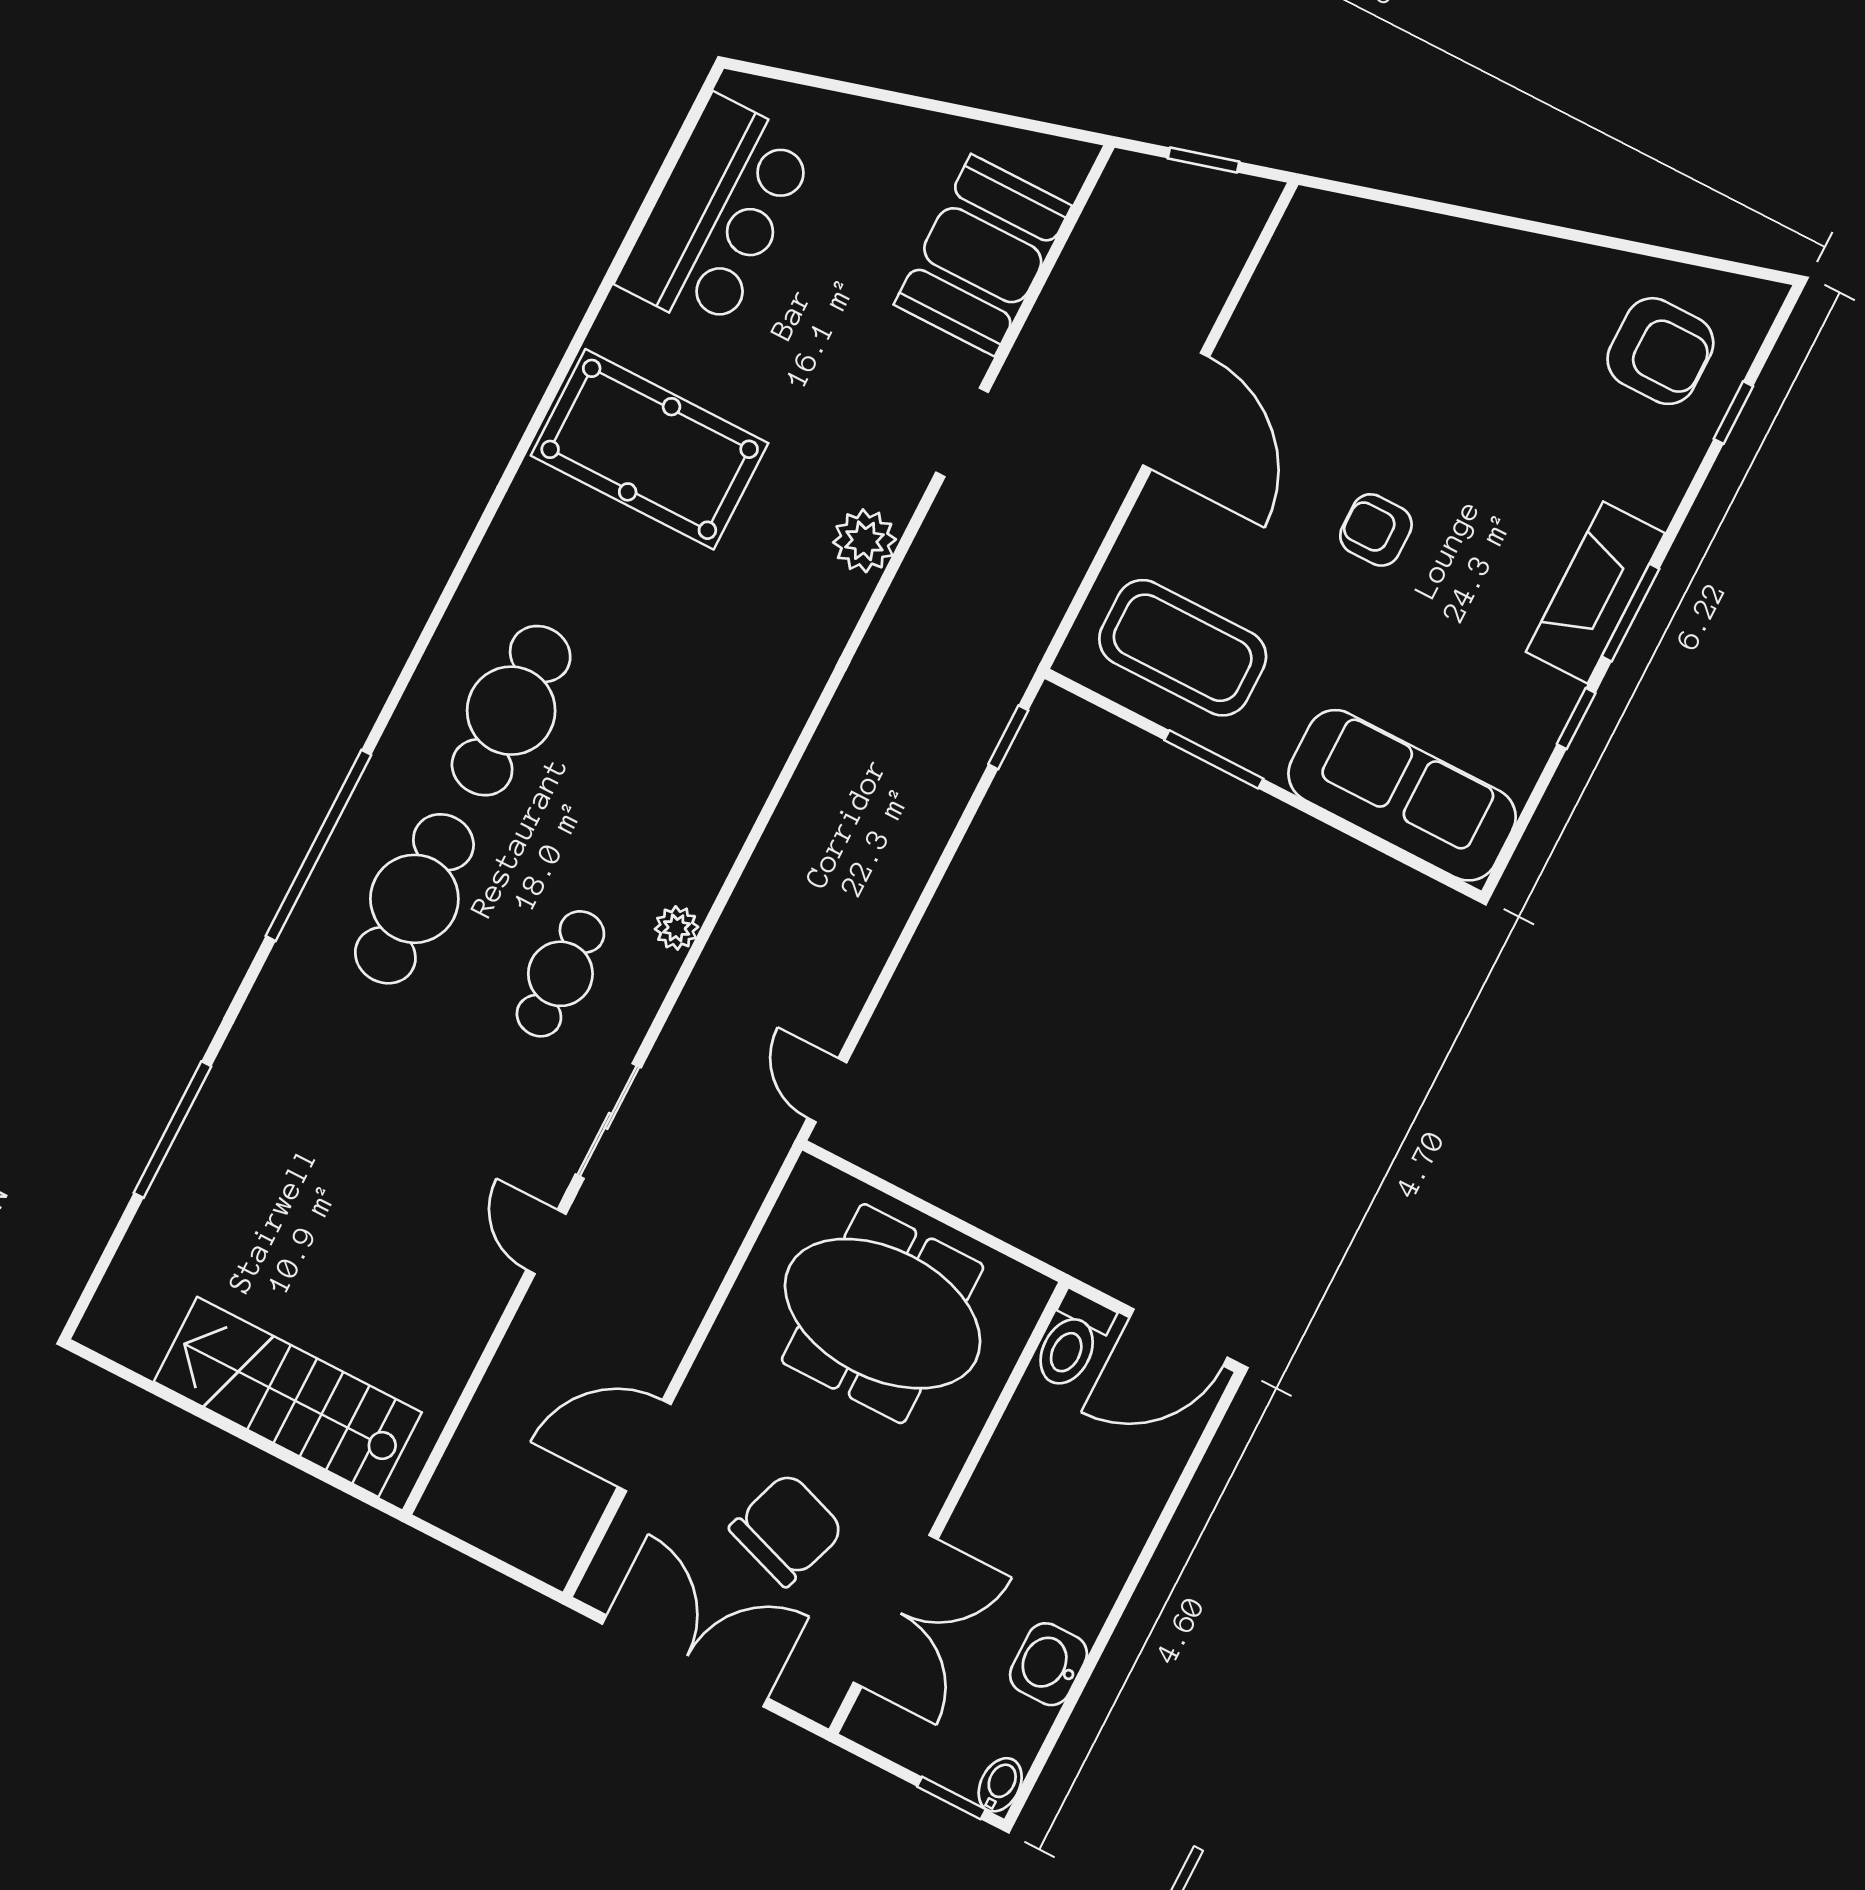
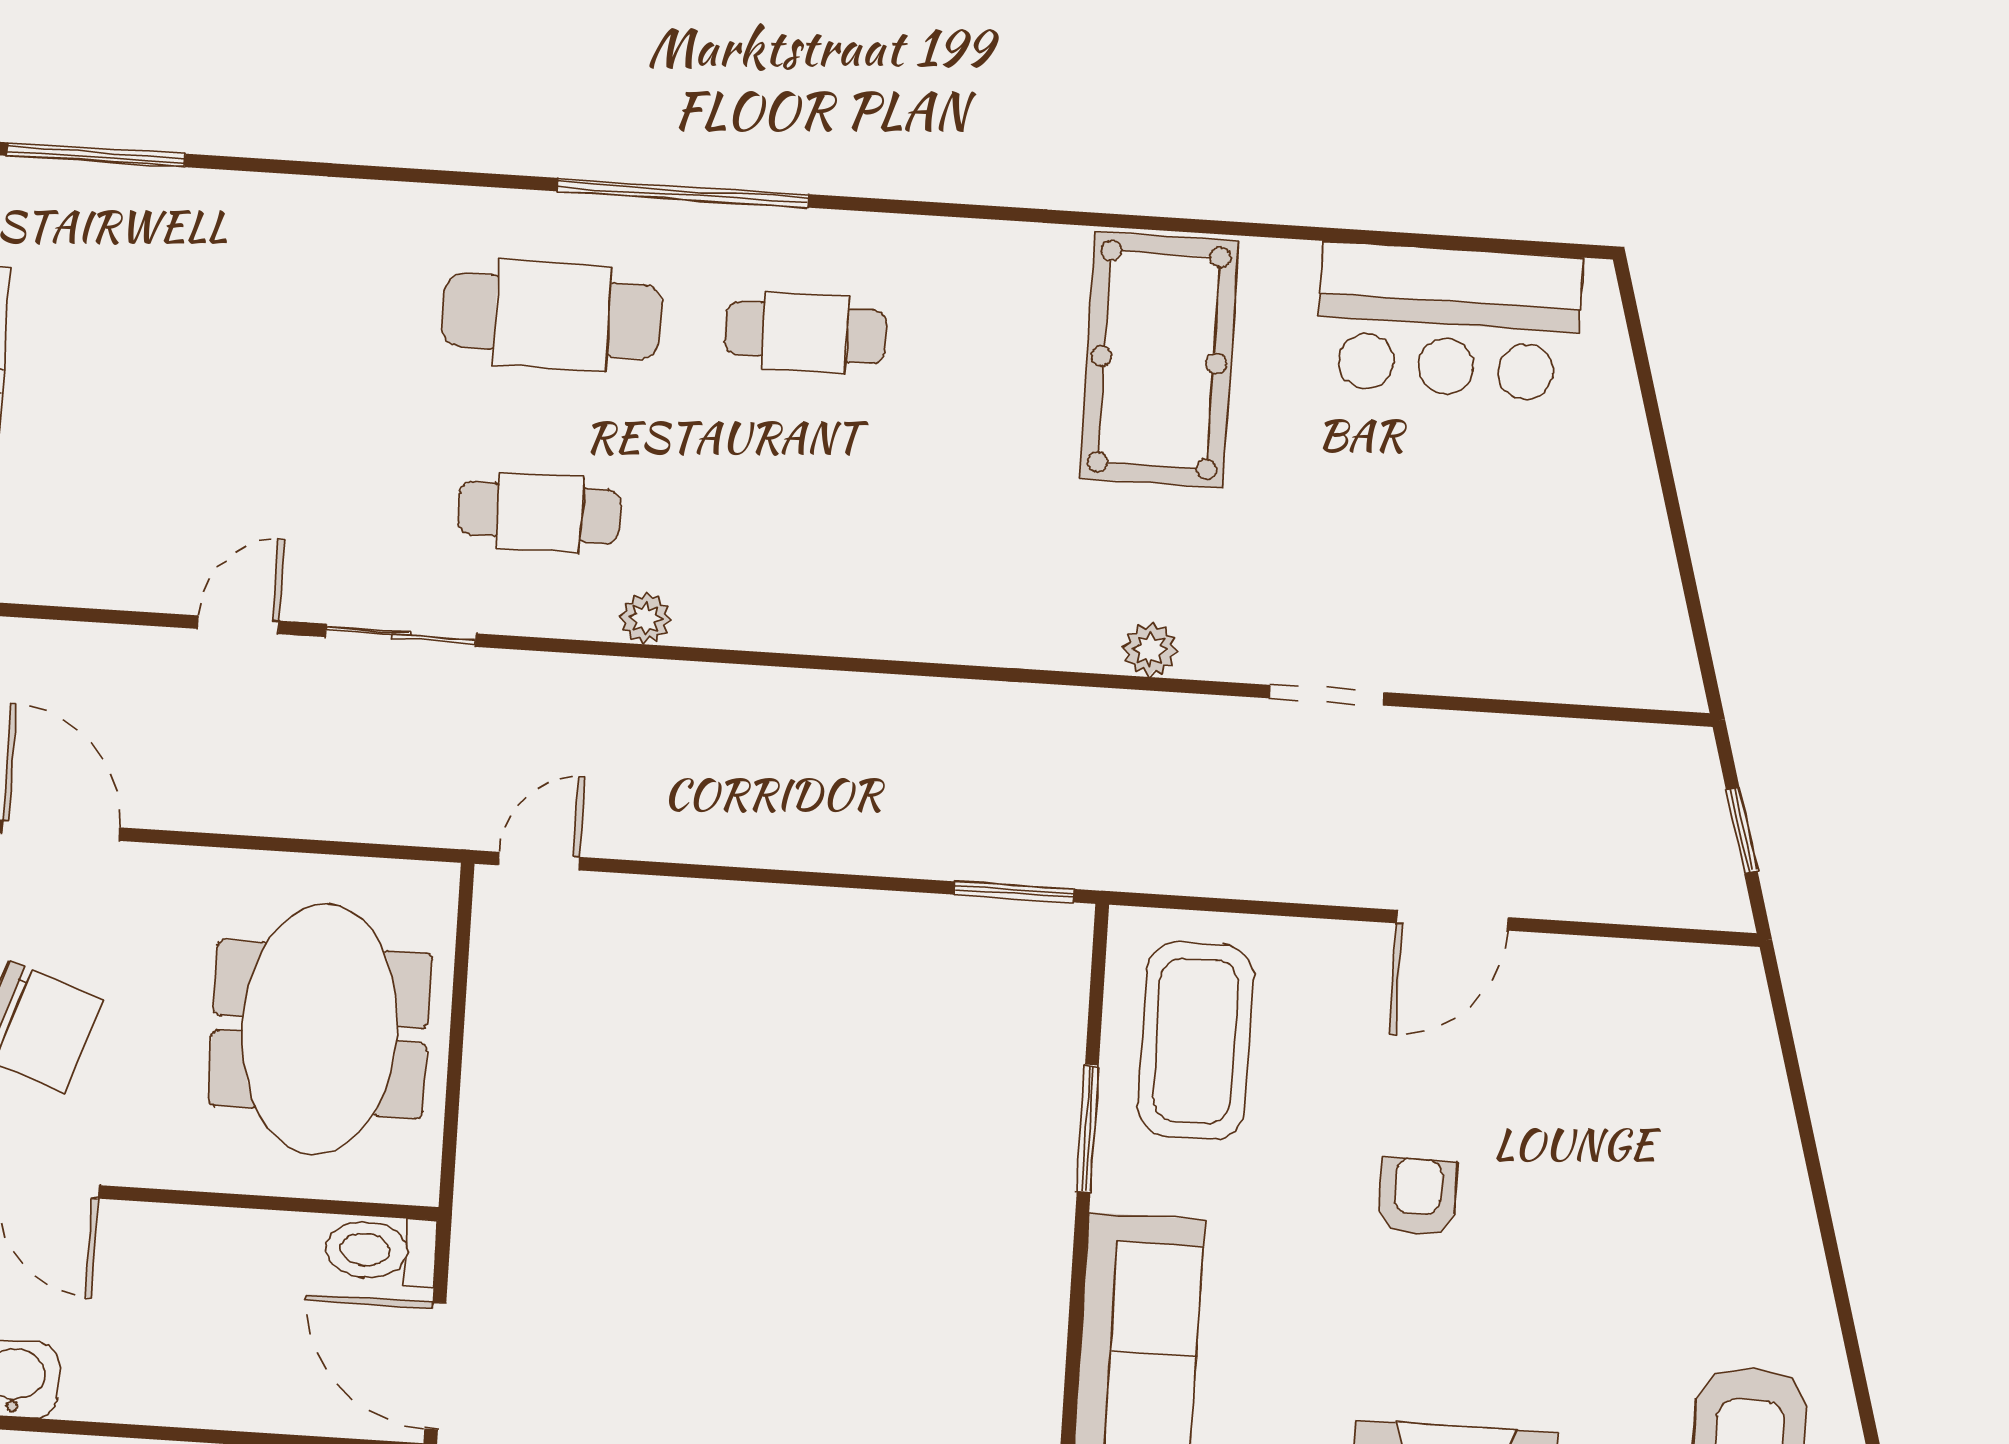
booth: (983, 255) -> (1532, 633), removed
door: (1176, 411) -> (1452, 920), width x0.73
plant: (865, 541) -> (1150, 649), width x0.73, depth x0.73
cafe table: (511, 711) -> (805, 332), width x0.73, depth x0.74
window: (1008, 737) -> (1014, 892), width x1.50
window: (318, 845) -> (683, 193), moved
window: (172, 1130) -> (96, 155), moved

